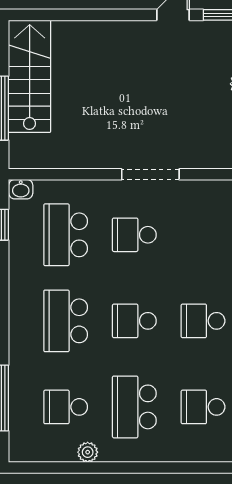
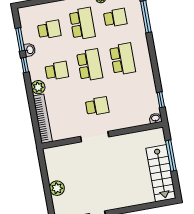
school desk: (66, 235) -> (130, 100), removed
school desk: (134, 321) -> (90, 65), width x1.85

